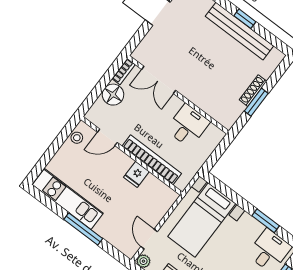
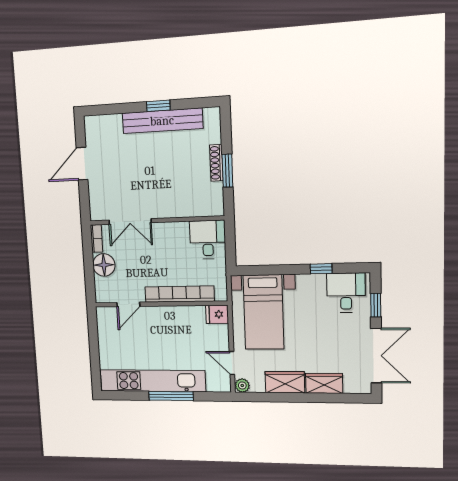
desk: (188, 126) -> (208, 240), moved
stool: (77, 138) -> (105, 324), removed
fridge: (136, 174) -> (217, 314), moved, turned 90
kitchen unit: (68, 199) -> (152, 381), width x1.36
window: (266, 221) -> (321, 269), width x0.67

